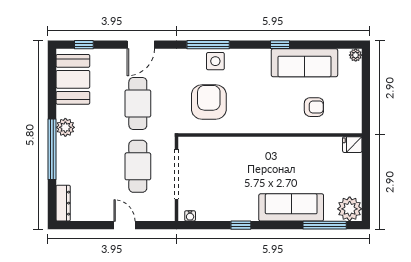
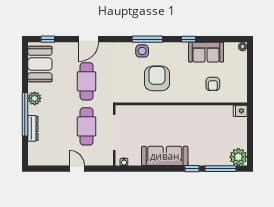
window: (208, 45) -> (147, 39), moved
sofa: (304, 63) -> (206, 52), width x0.73
armchair: (209, 102) -> (157, 78), moved
armchair: (314, 107) -> (213, 84), turned 90
dresser: (63, 203) -> (33, 128), moved
sofa: (291, 207) -> (165, 156), moved
window: (241, 225) -> (192, 169), moved

